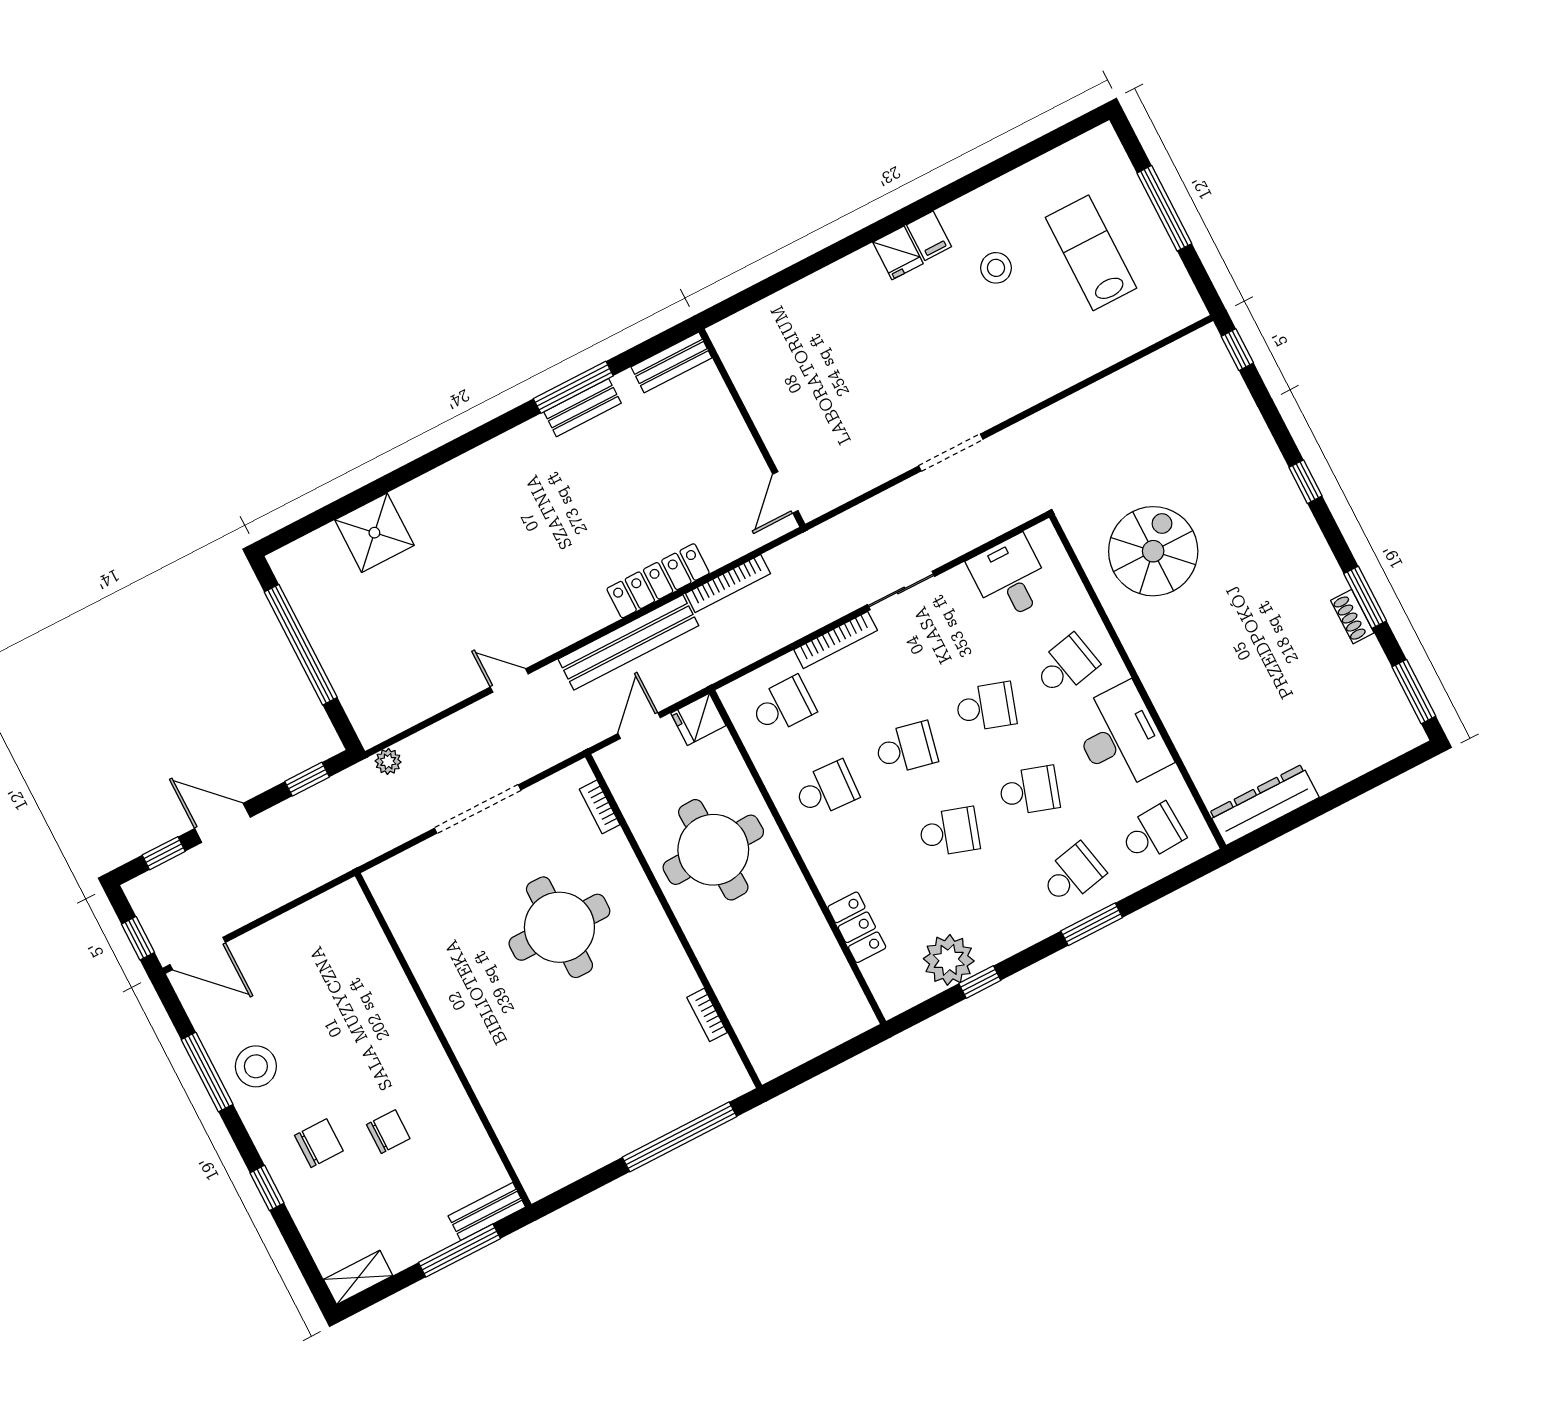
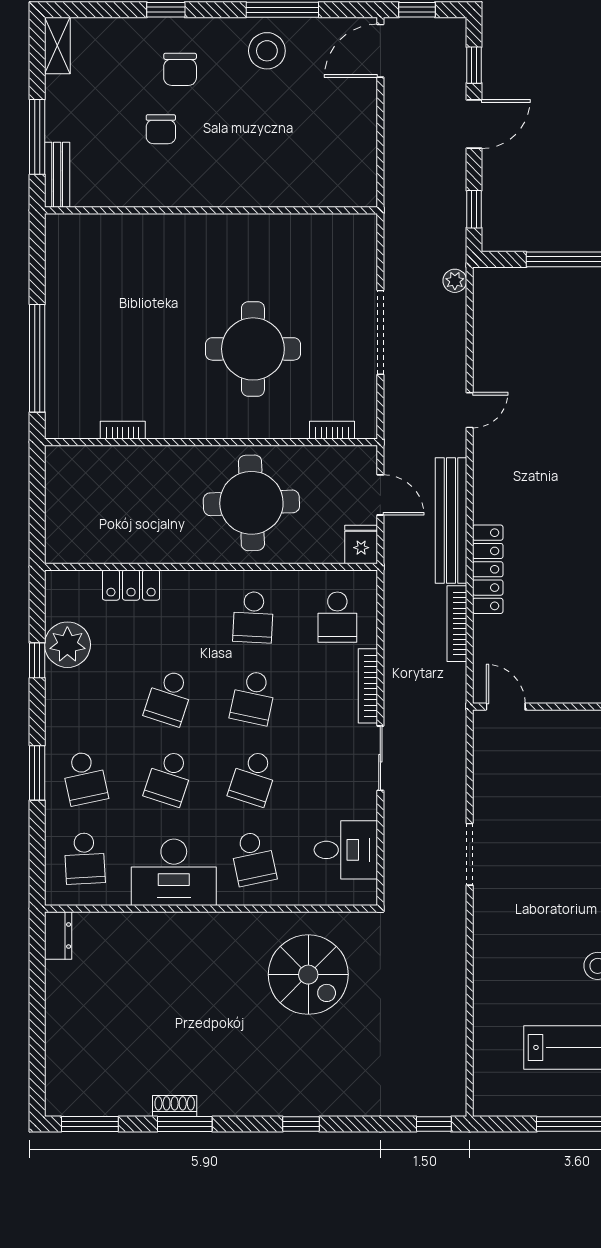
dresser: (1264, 805) -> (58, 936), width x0.51, depth x0.80

